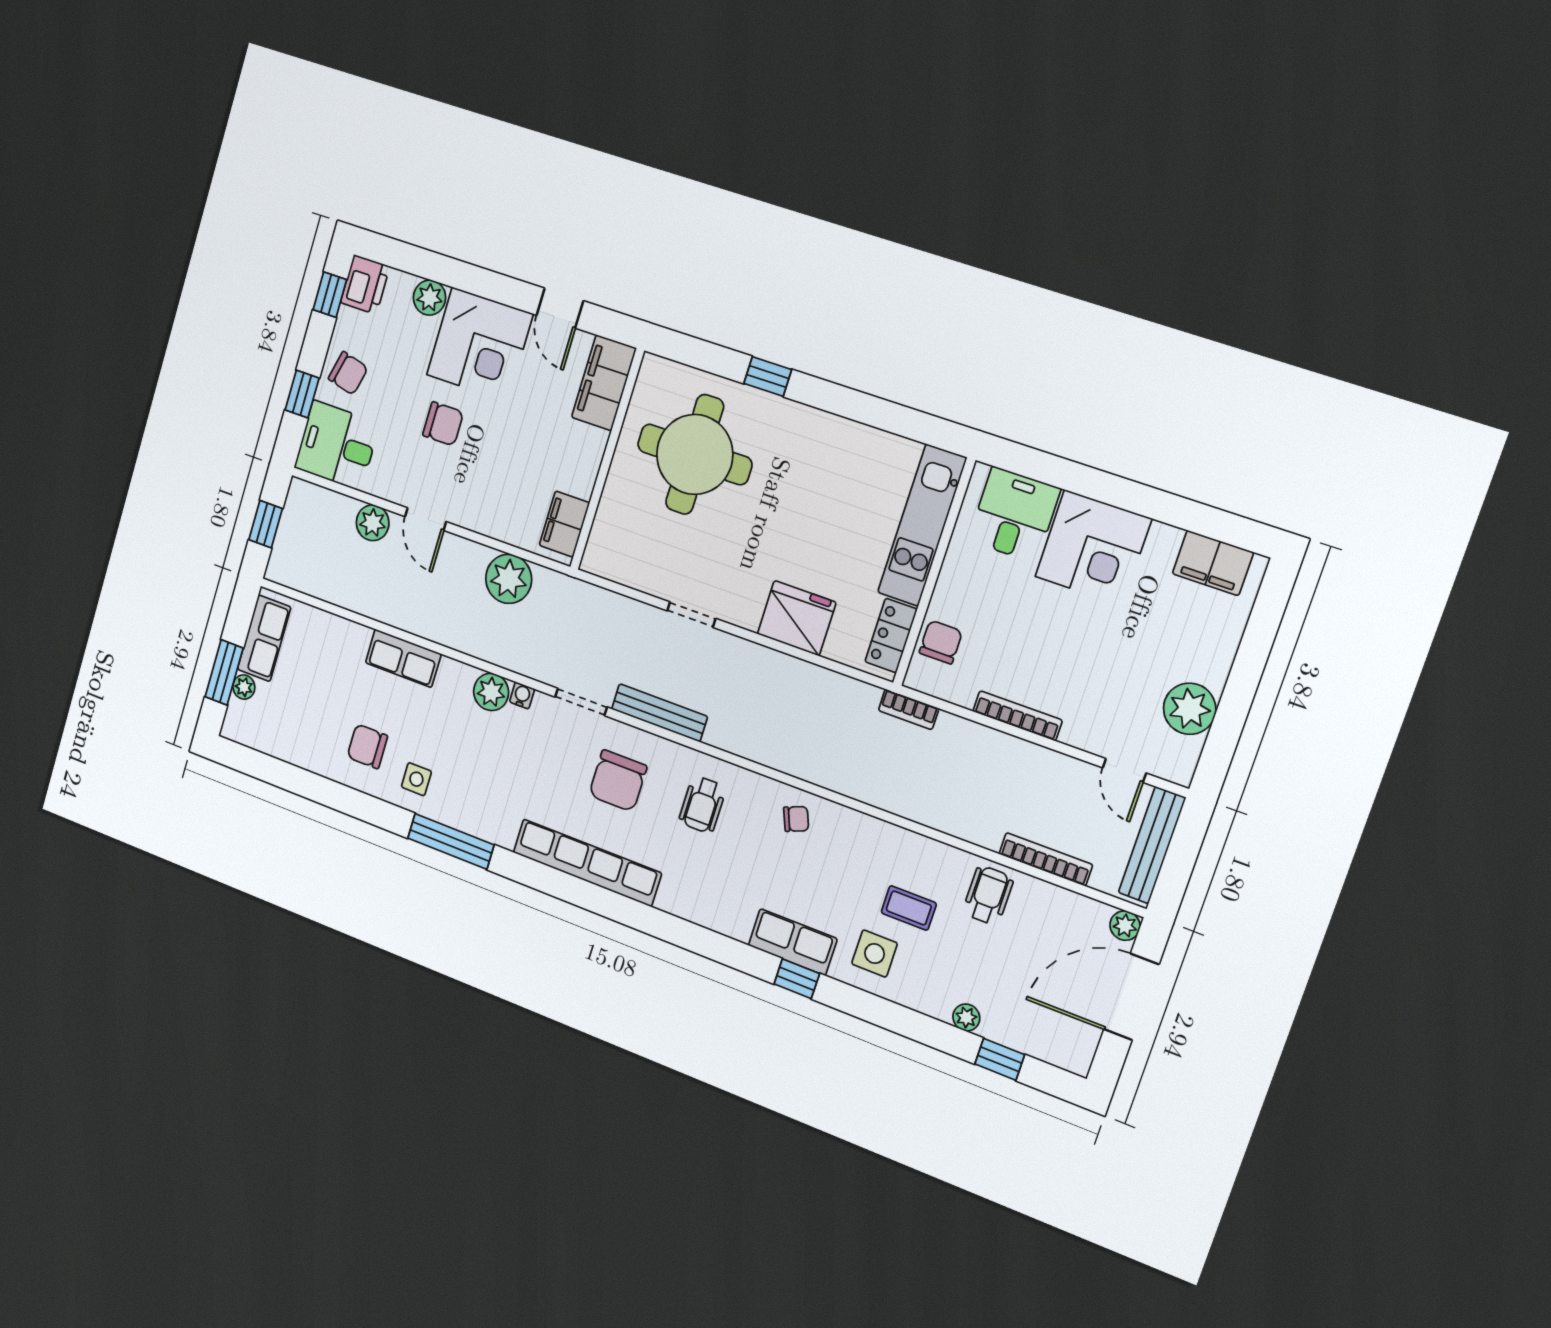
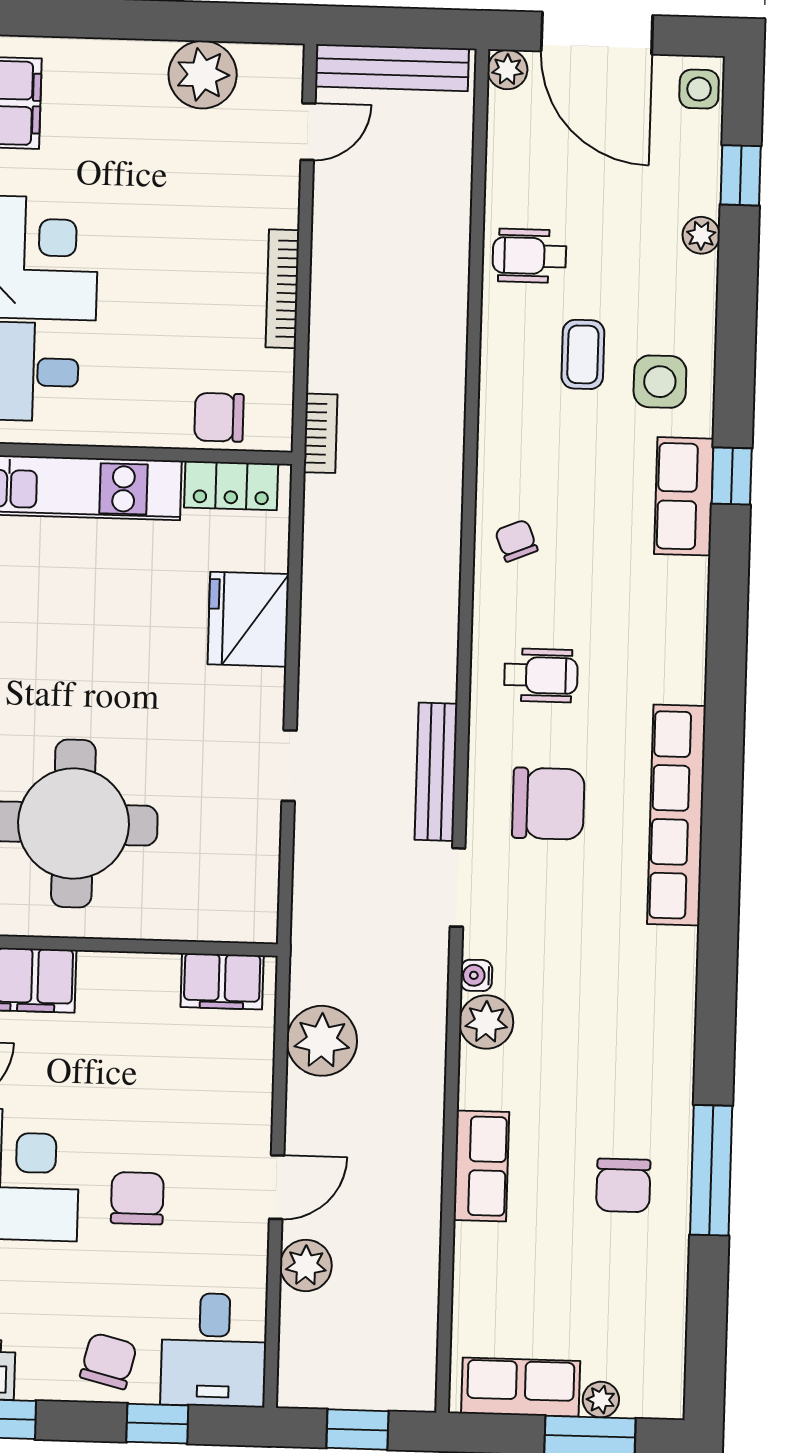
side table: (416, 779) -> (699, 89), moved
window: (451, 841) -> (711, 1170), moved
bookcase: (1046, 859) -> (457, 196), removed

